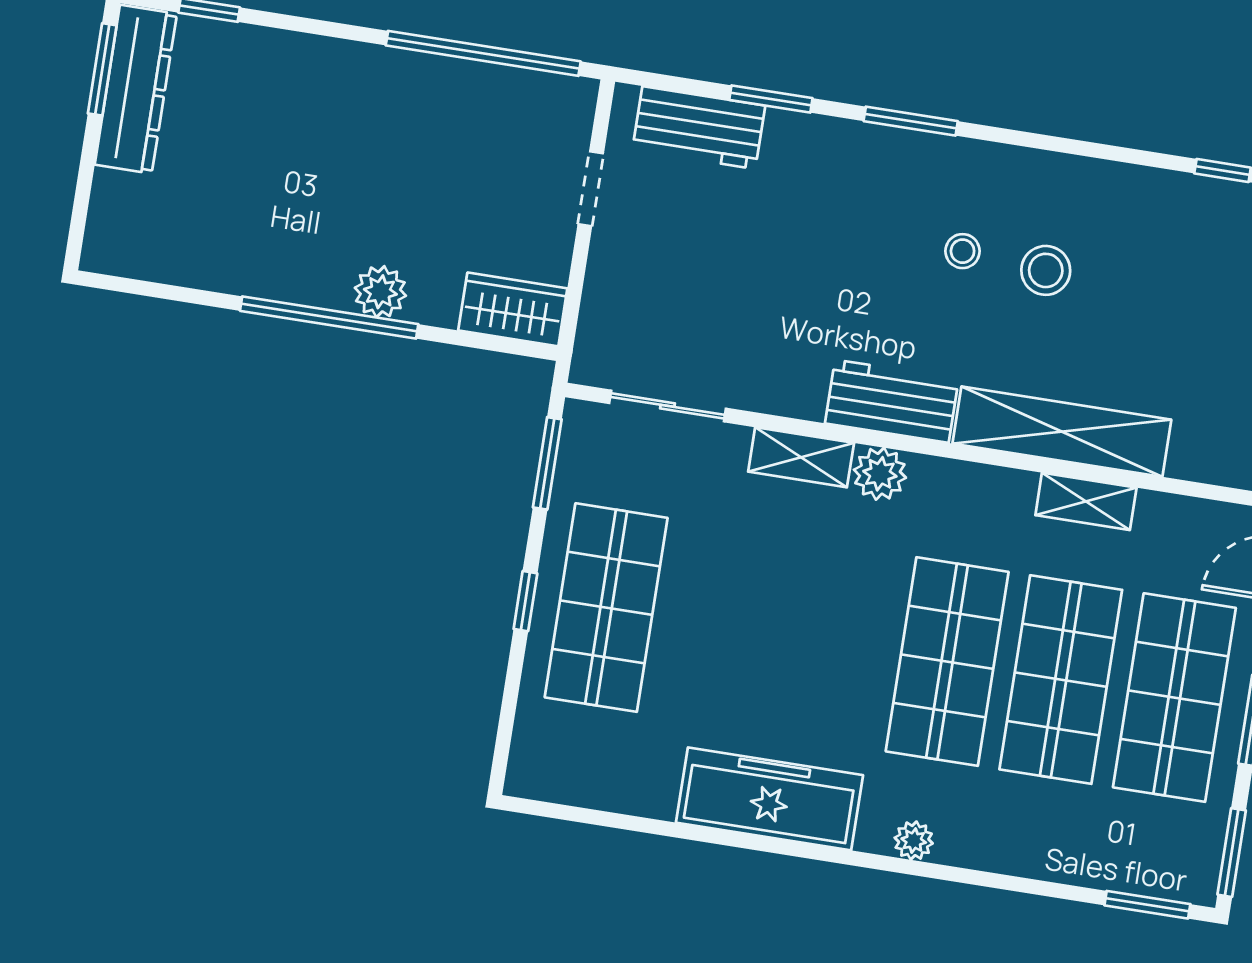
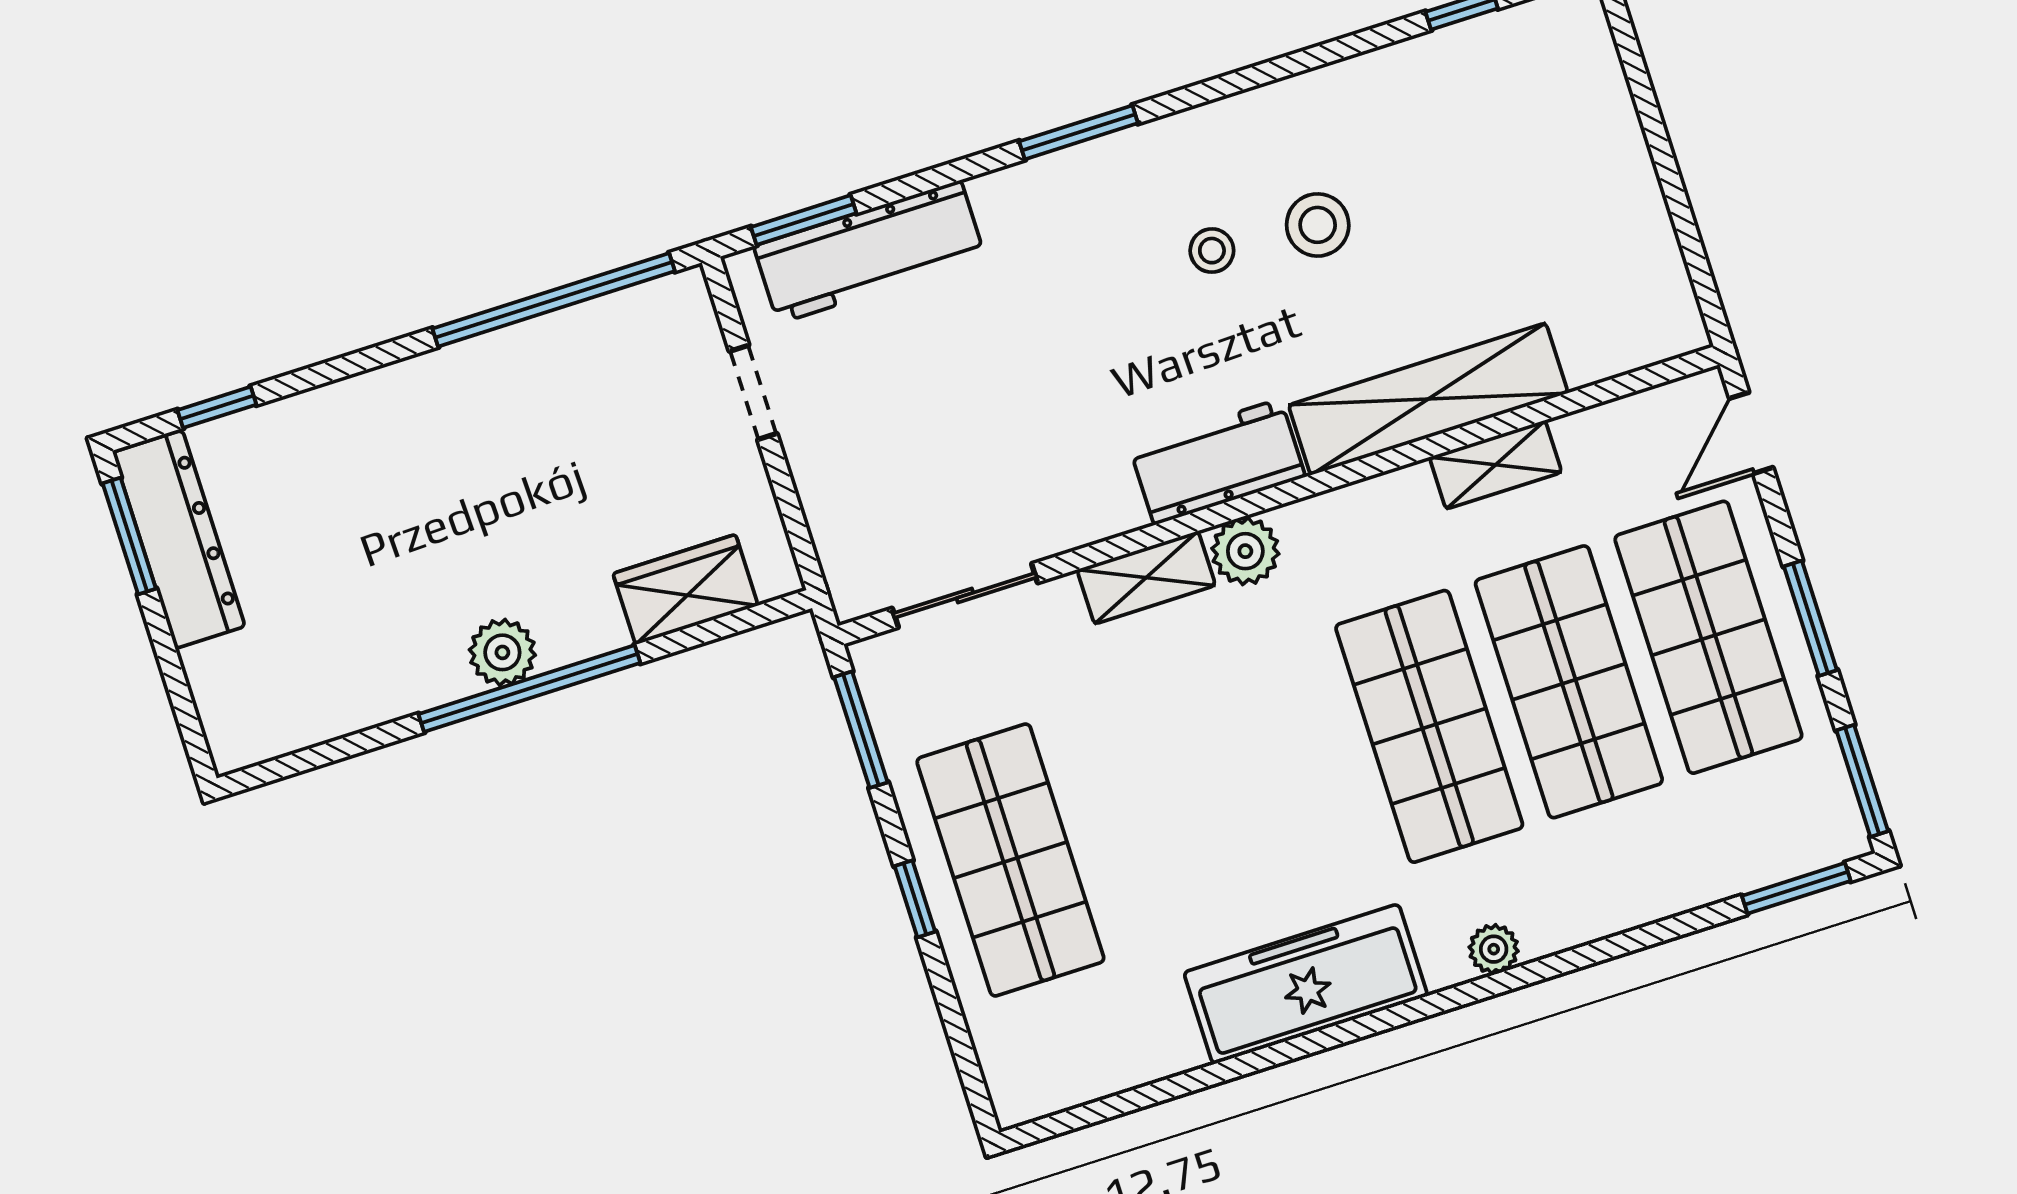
window: (771, 99) -> (804, 220), moved
workbench: (699, 128) -> (869, 252), width x1.38
plant: (380, 292) -> (502, 652), moved
wardrobe: (513, 309) -> (686, 590), moved

